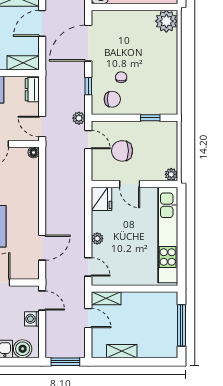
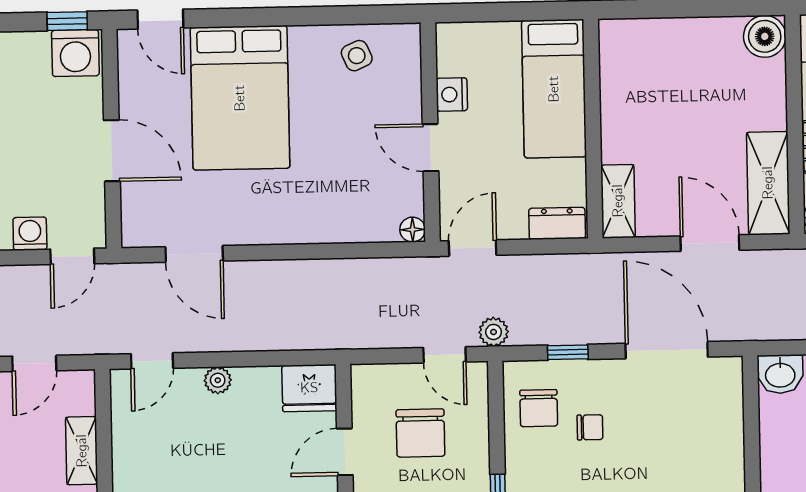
door: (88, 140) -> (445, 355), hinge flipped
chair: (122, 151) -> (420, 433), turned 180
shelving: (106, 298) -> (82, 451), moved

